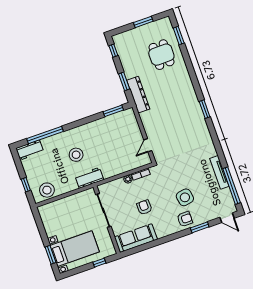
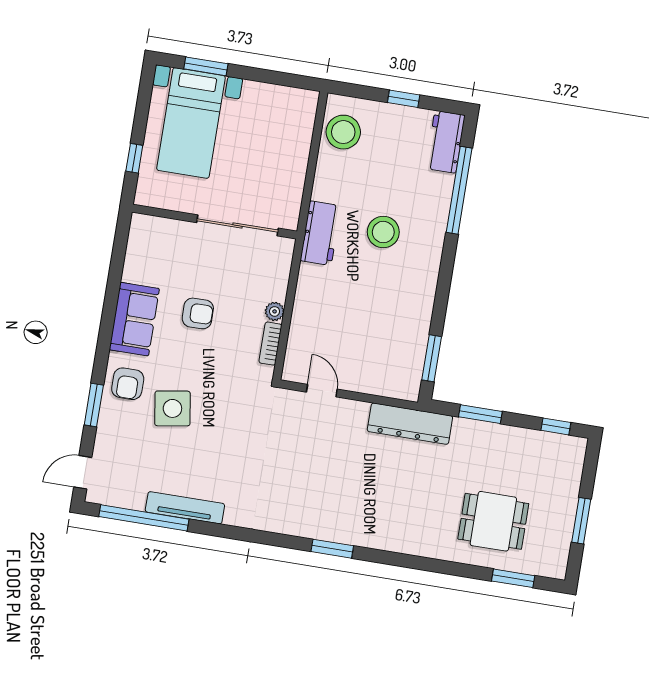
dresser: (138, 95) -> (410, 424), moved
window: (26, 185) -> (404, 99), moved
sofa: (136, 238) -> (134, 319), moved, width x0.73

